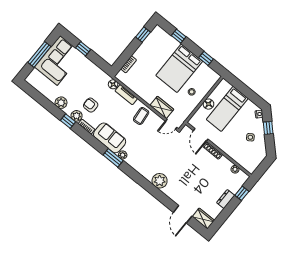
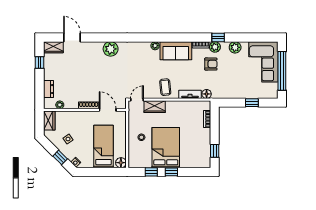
window: (179, 36) -> (171, 172), moved
window: (39, 54) -> (282, 71), width x1.46
corner sofa: (59, 60) -> (263, 62), moved
floor lamp: (208, 104) -> (121, 163), moved
window: (113, 158) -> (161, 38), removed
wardrobe: (253, 164) -> (49, 120), added
window: (242, 193) -> (40, 63), moved
dresser: (226, 199) -> (48, 89), moved

